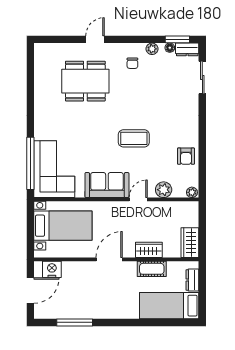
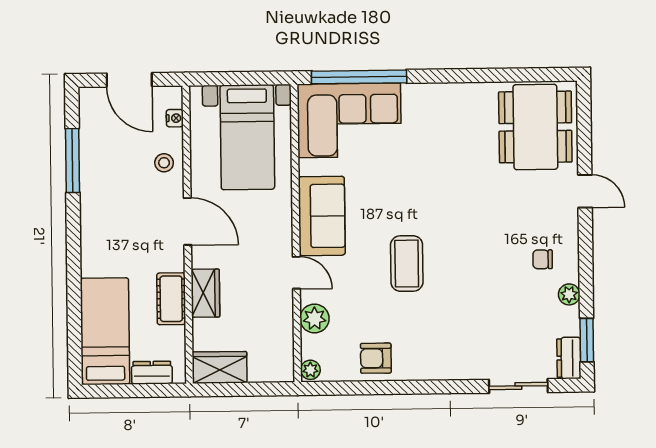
floor lamp: (170, 48) -> (572, 327), removed
dining table: (85, 81) -> (535, 127), moved
nightstand: (52, 269) -> (175, 118), width x0.53, depth x0.56
stool: (76, 272) -> (164, 163), added

